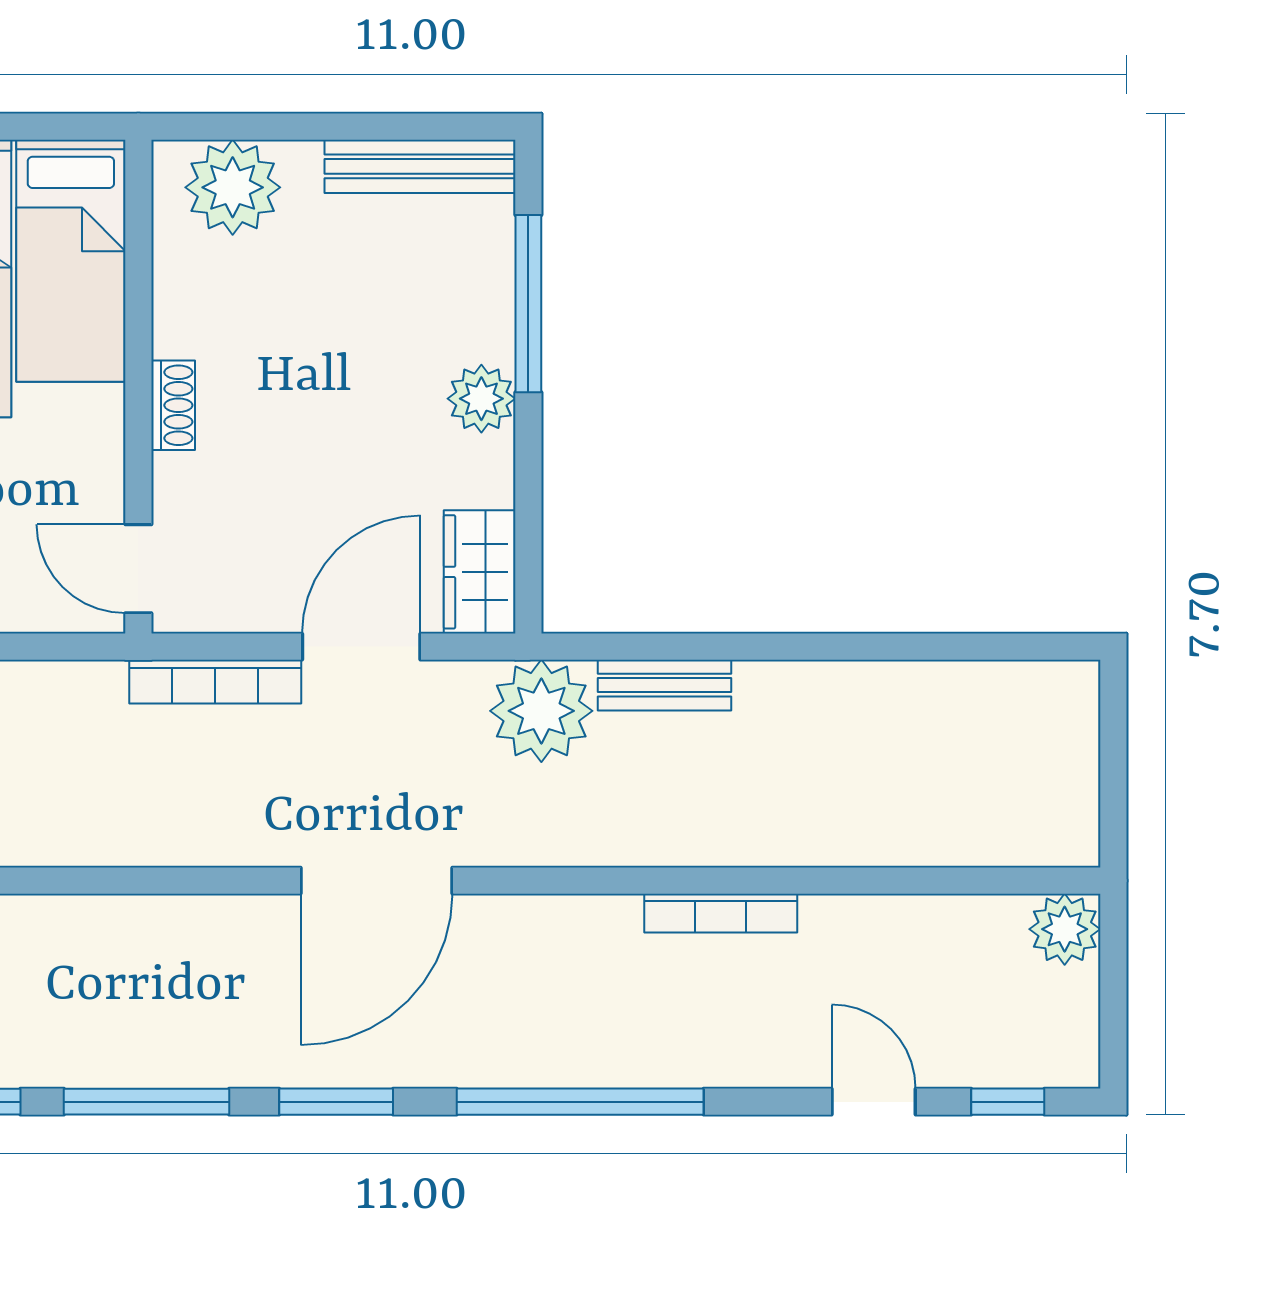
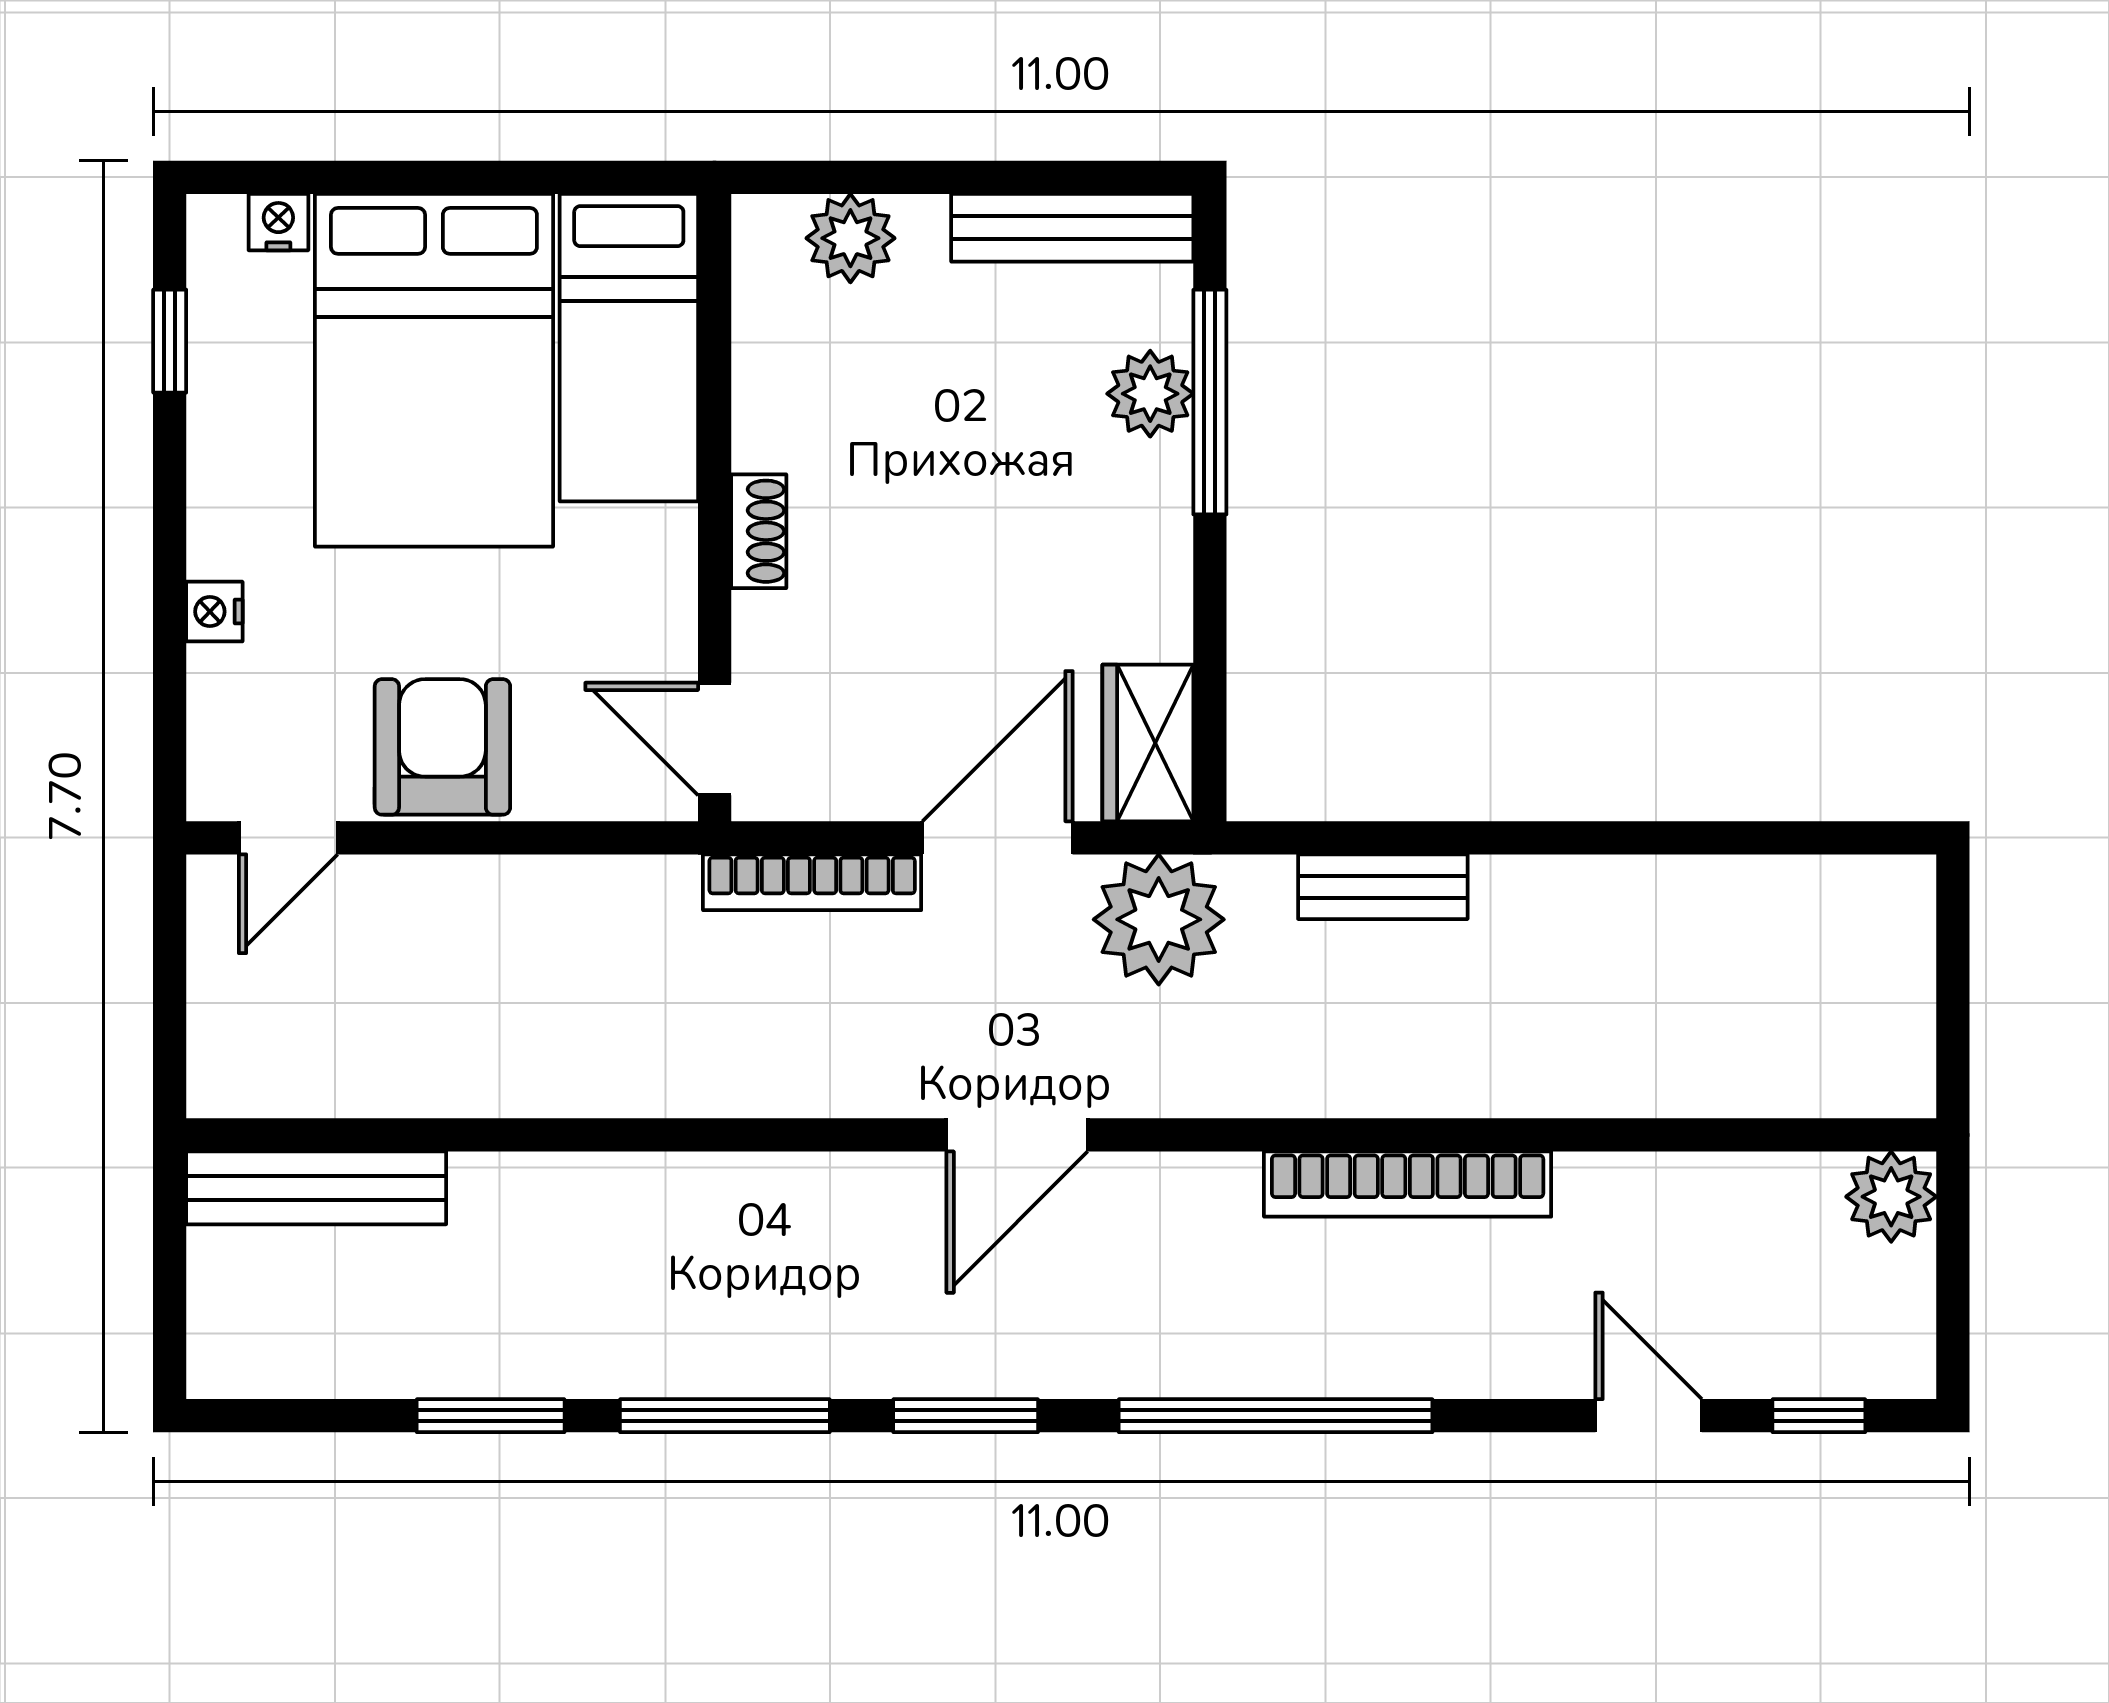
plant: (233, 187) -> (850, 238), width x0.73, depth x0.73
plant: (481, 399) -> (1150, 394), moved
plant: (541, 711) -> (1159, 919), moved
door: (377, 881) -> (1017, 1135), width x0.73
bookcase: (721, 913) -> (1408, 1184), width x1.48, depth x1.31

